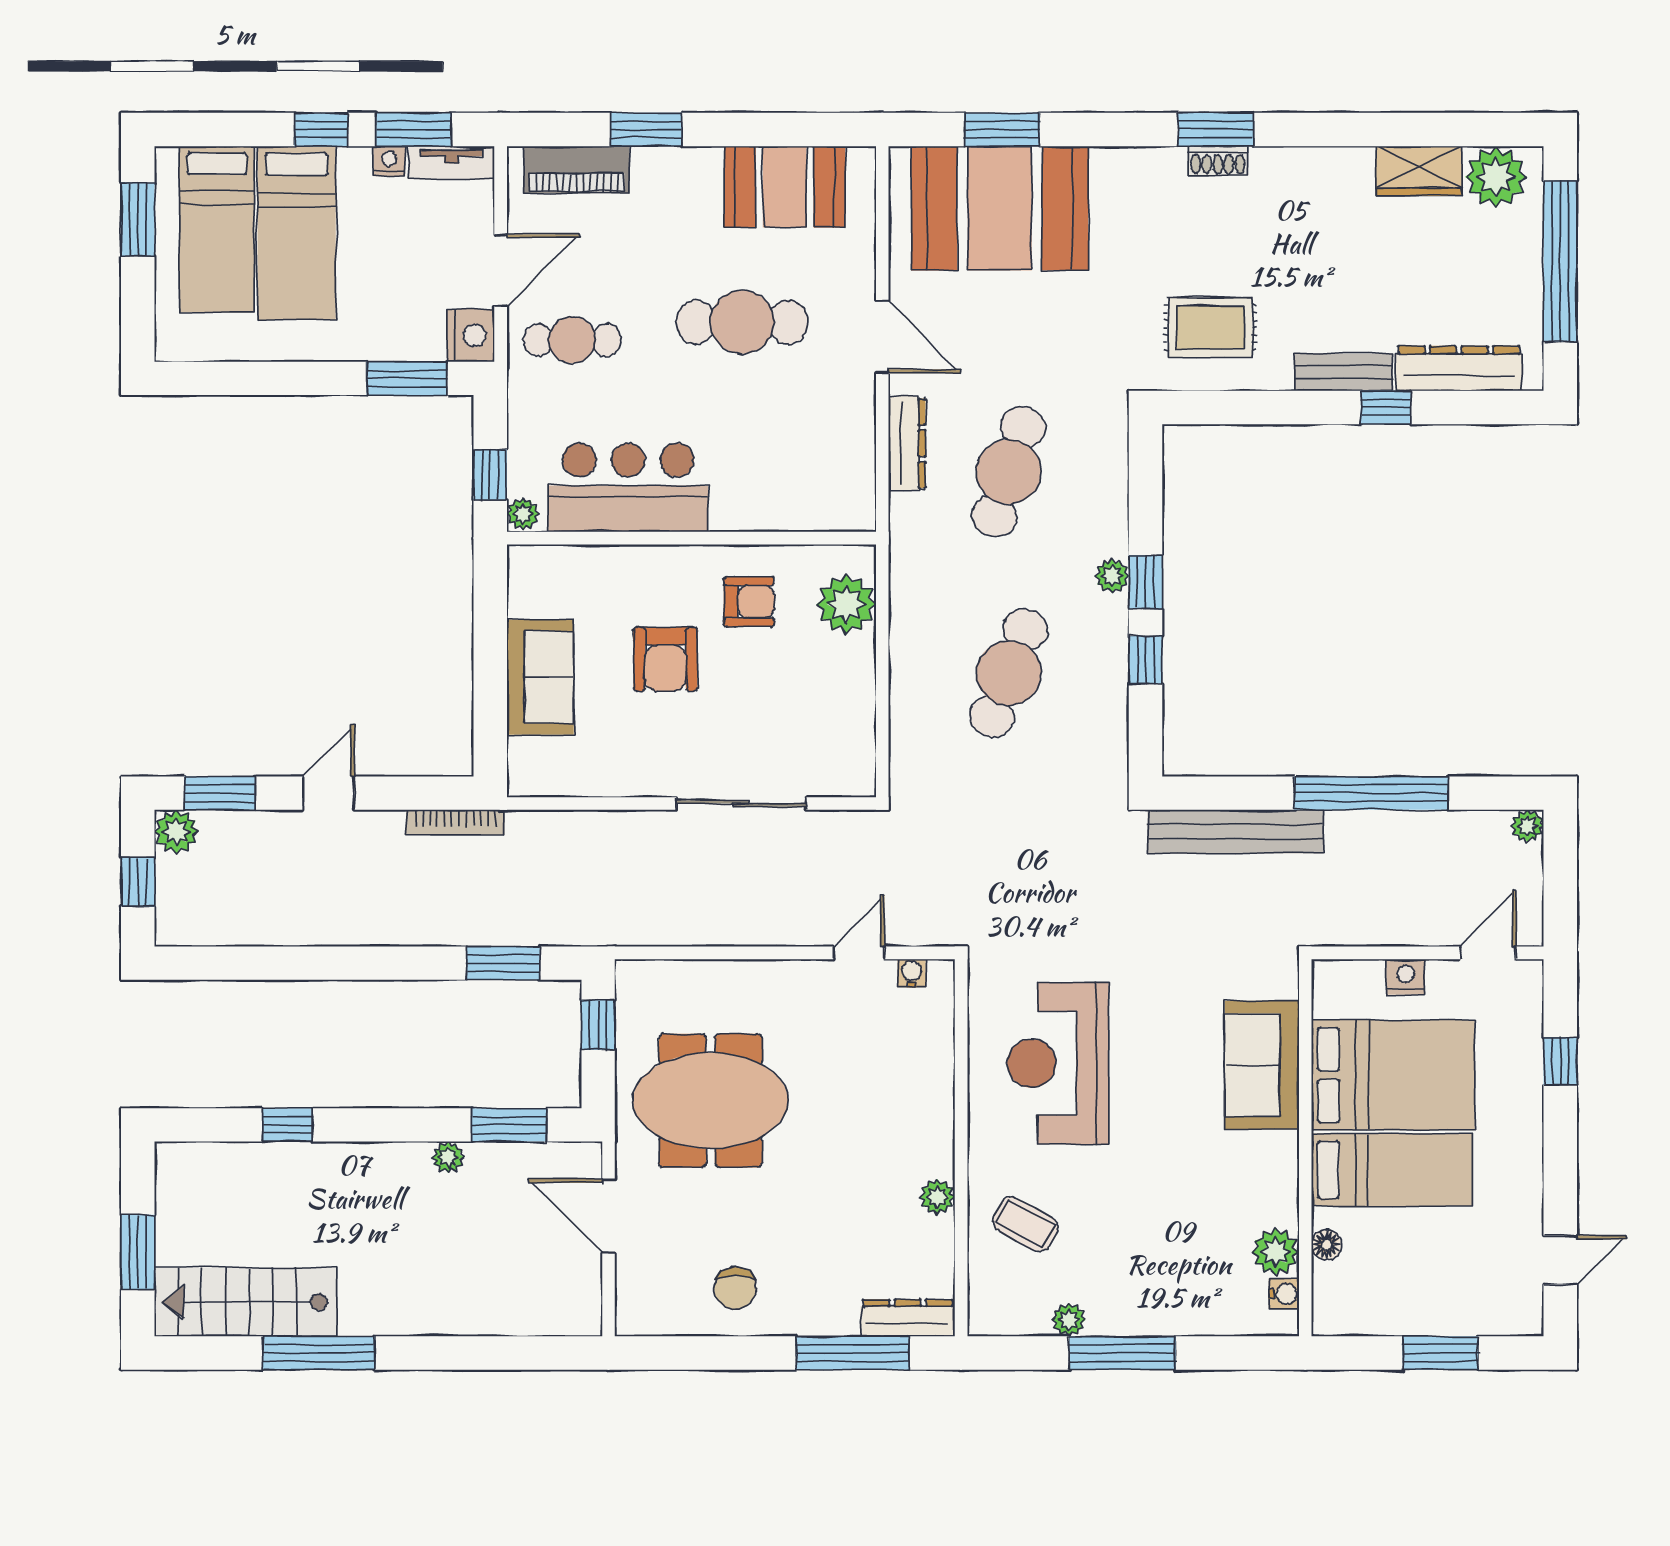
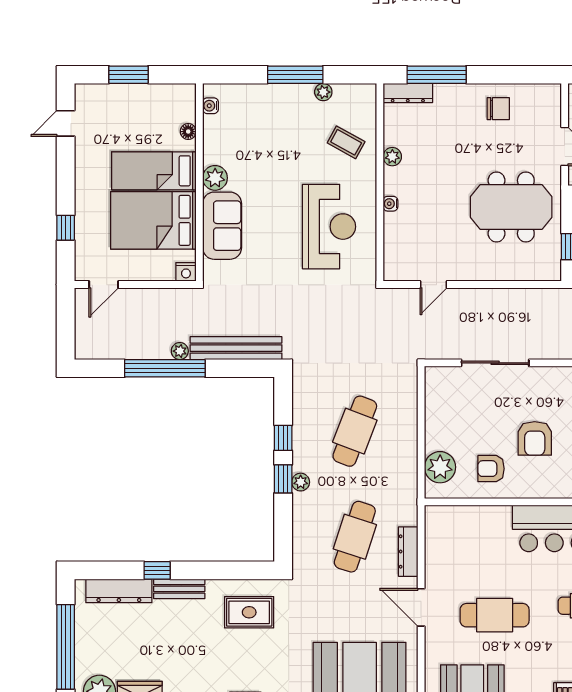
armchair: (666, 659) -> (535, 438), turned 180
plant: (1528, 826) -> (180, 351), moved
water cooler: (912, 973) -> (390, 204), moved, turned 90
nightstand: (1406, 977) -> (186, 272), moved
plant: (1275, 1252) -> (215, 178), moved
chair: (735, 1288) -> (498, 109), turned 90

